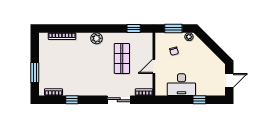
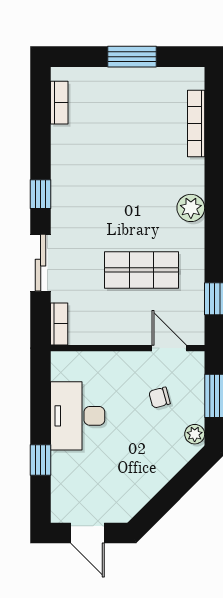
door: (154, 66) -> (169, 348), moved
window: (35, 72) -> (132, 57), moved
window: (72, 100) -> (41, 194), moved

